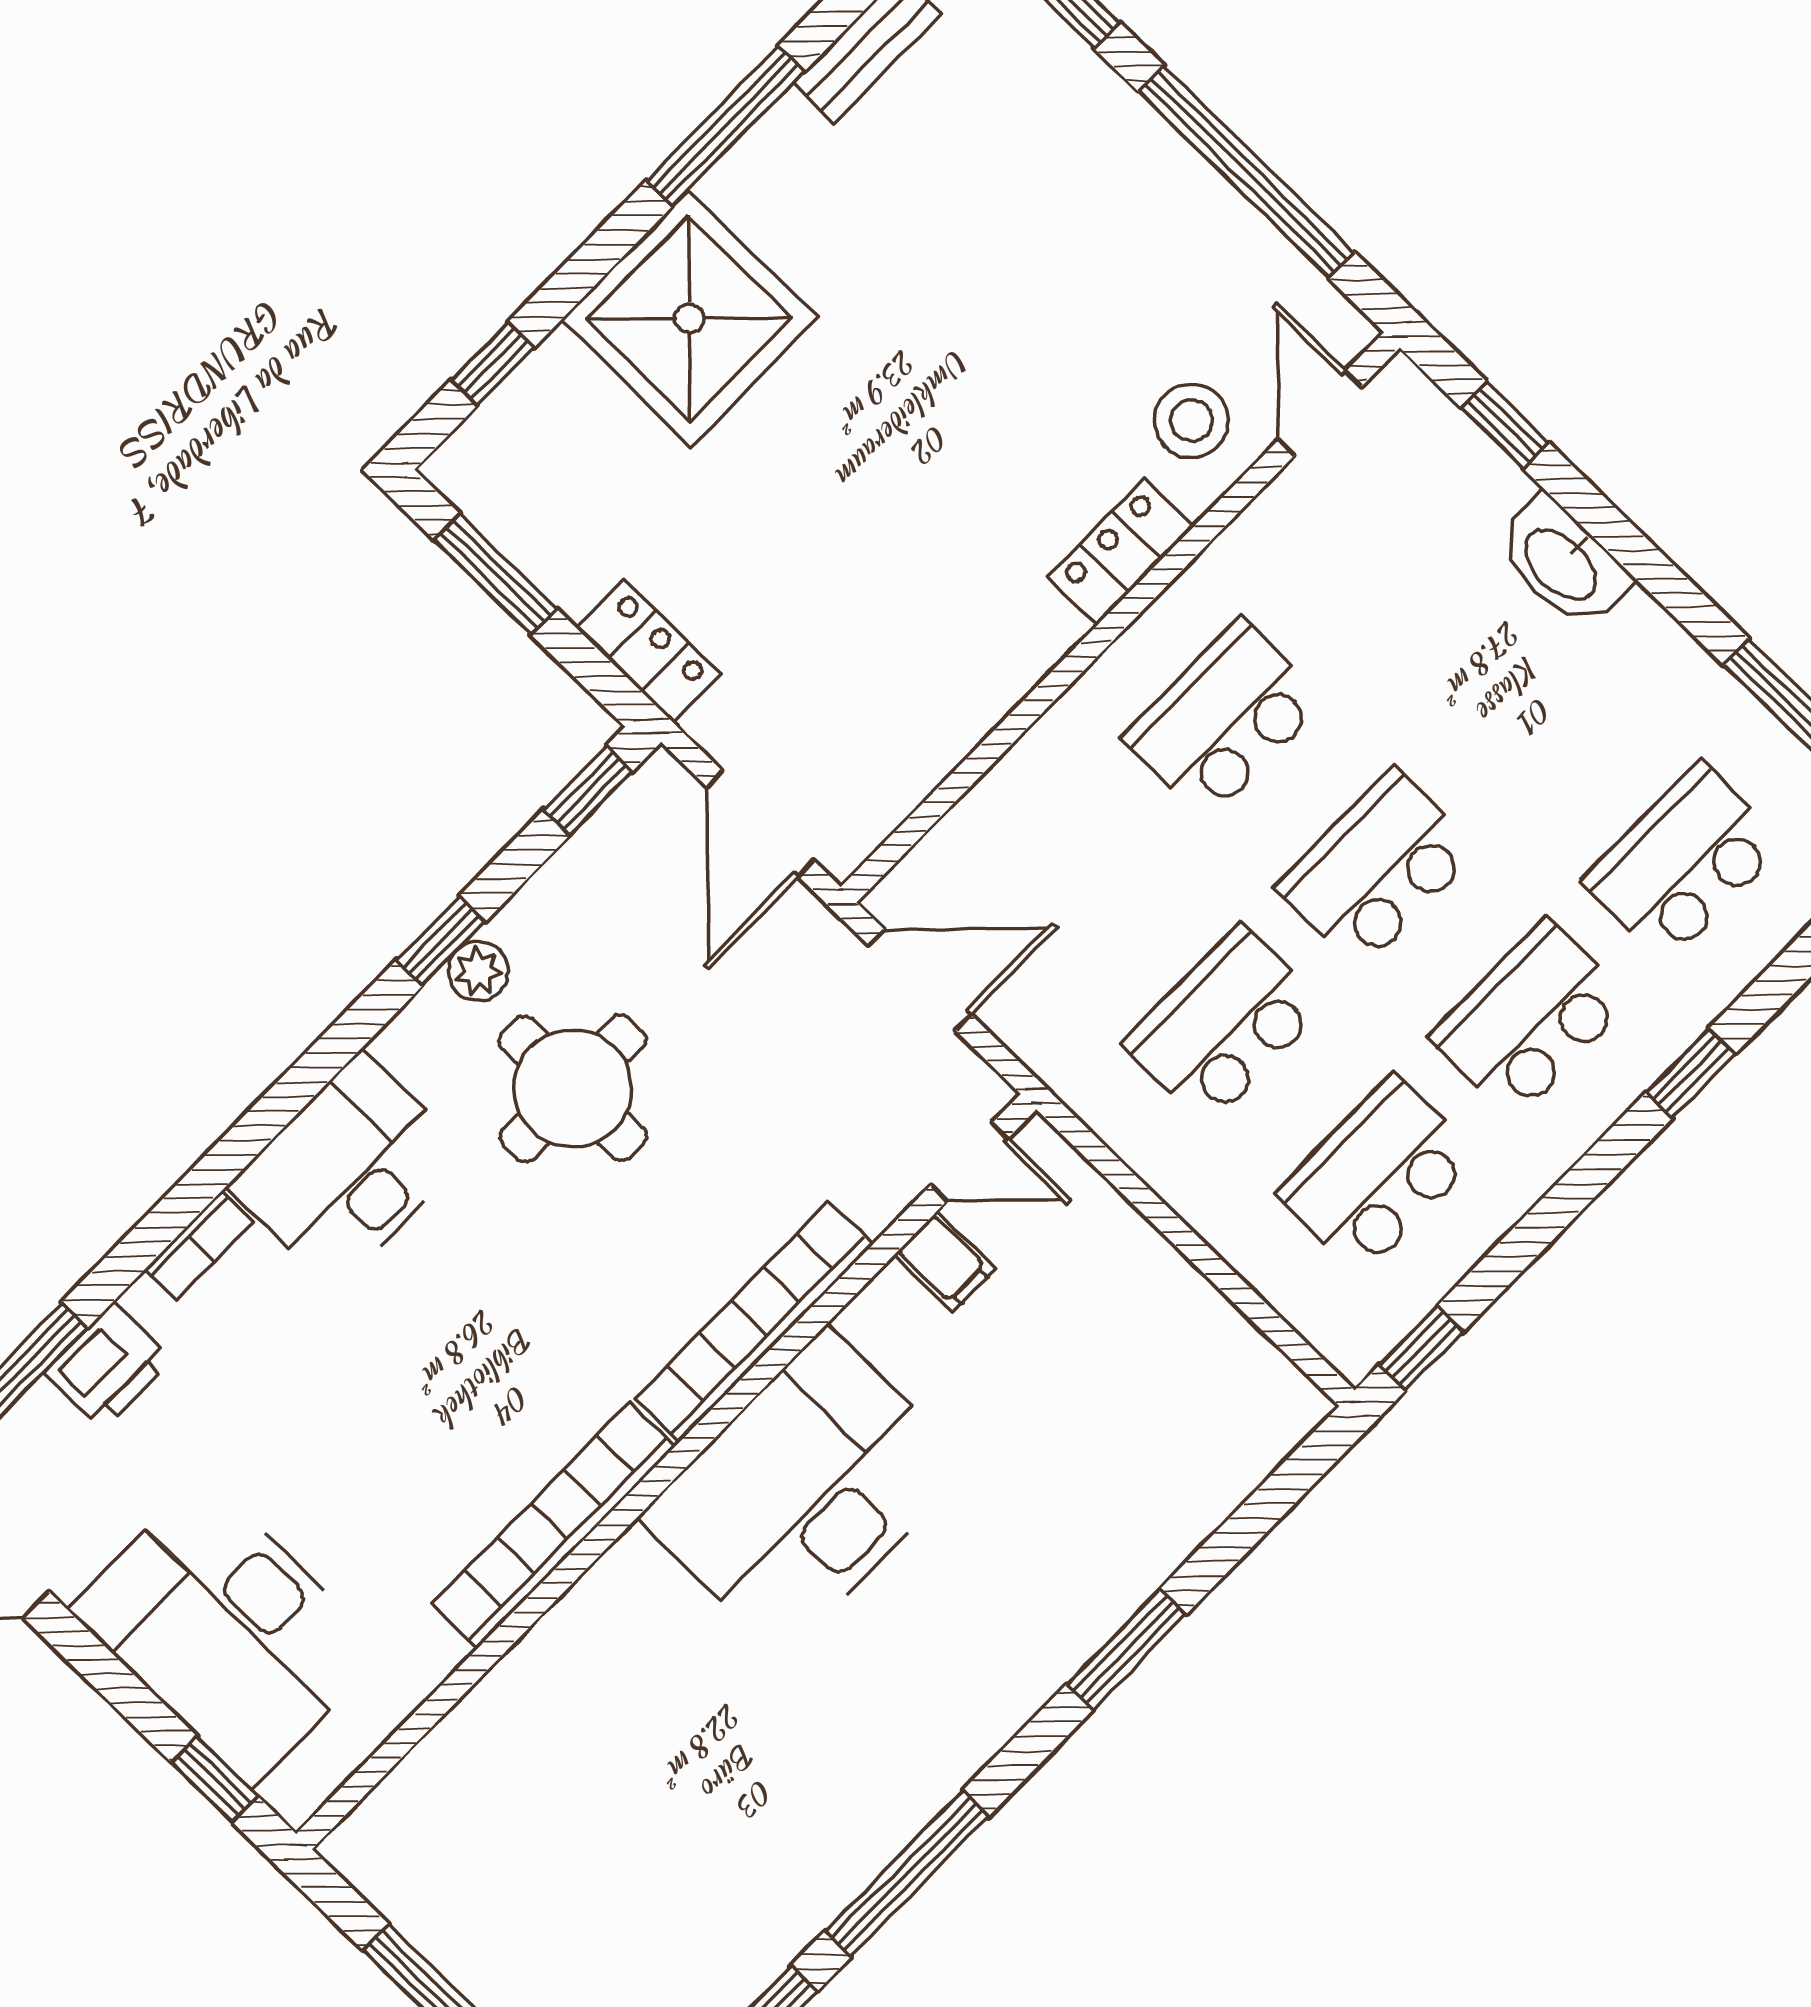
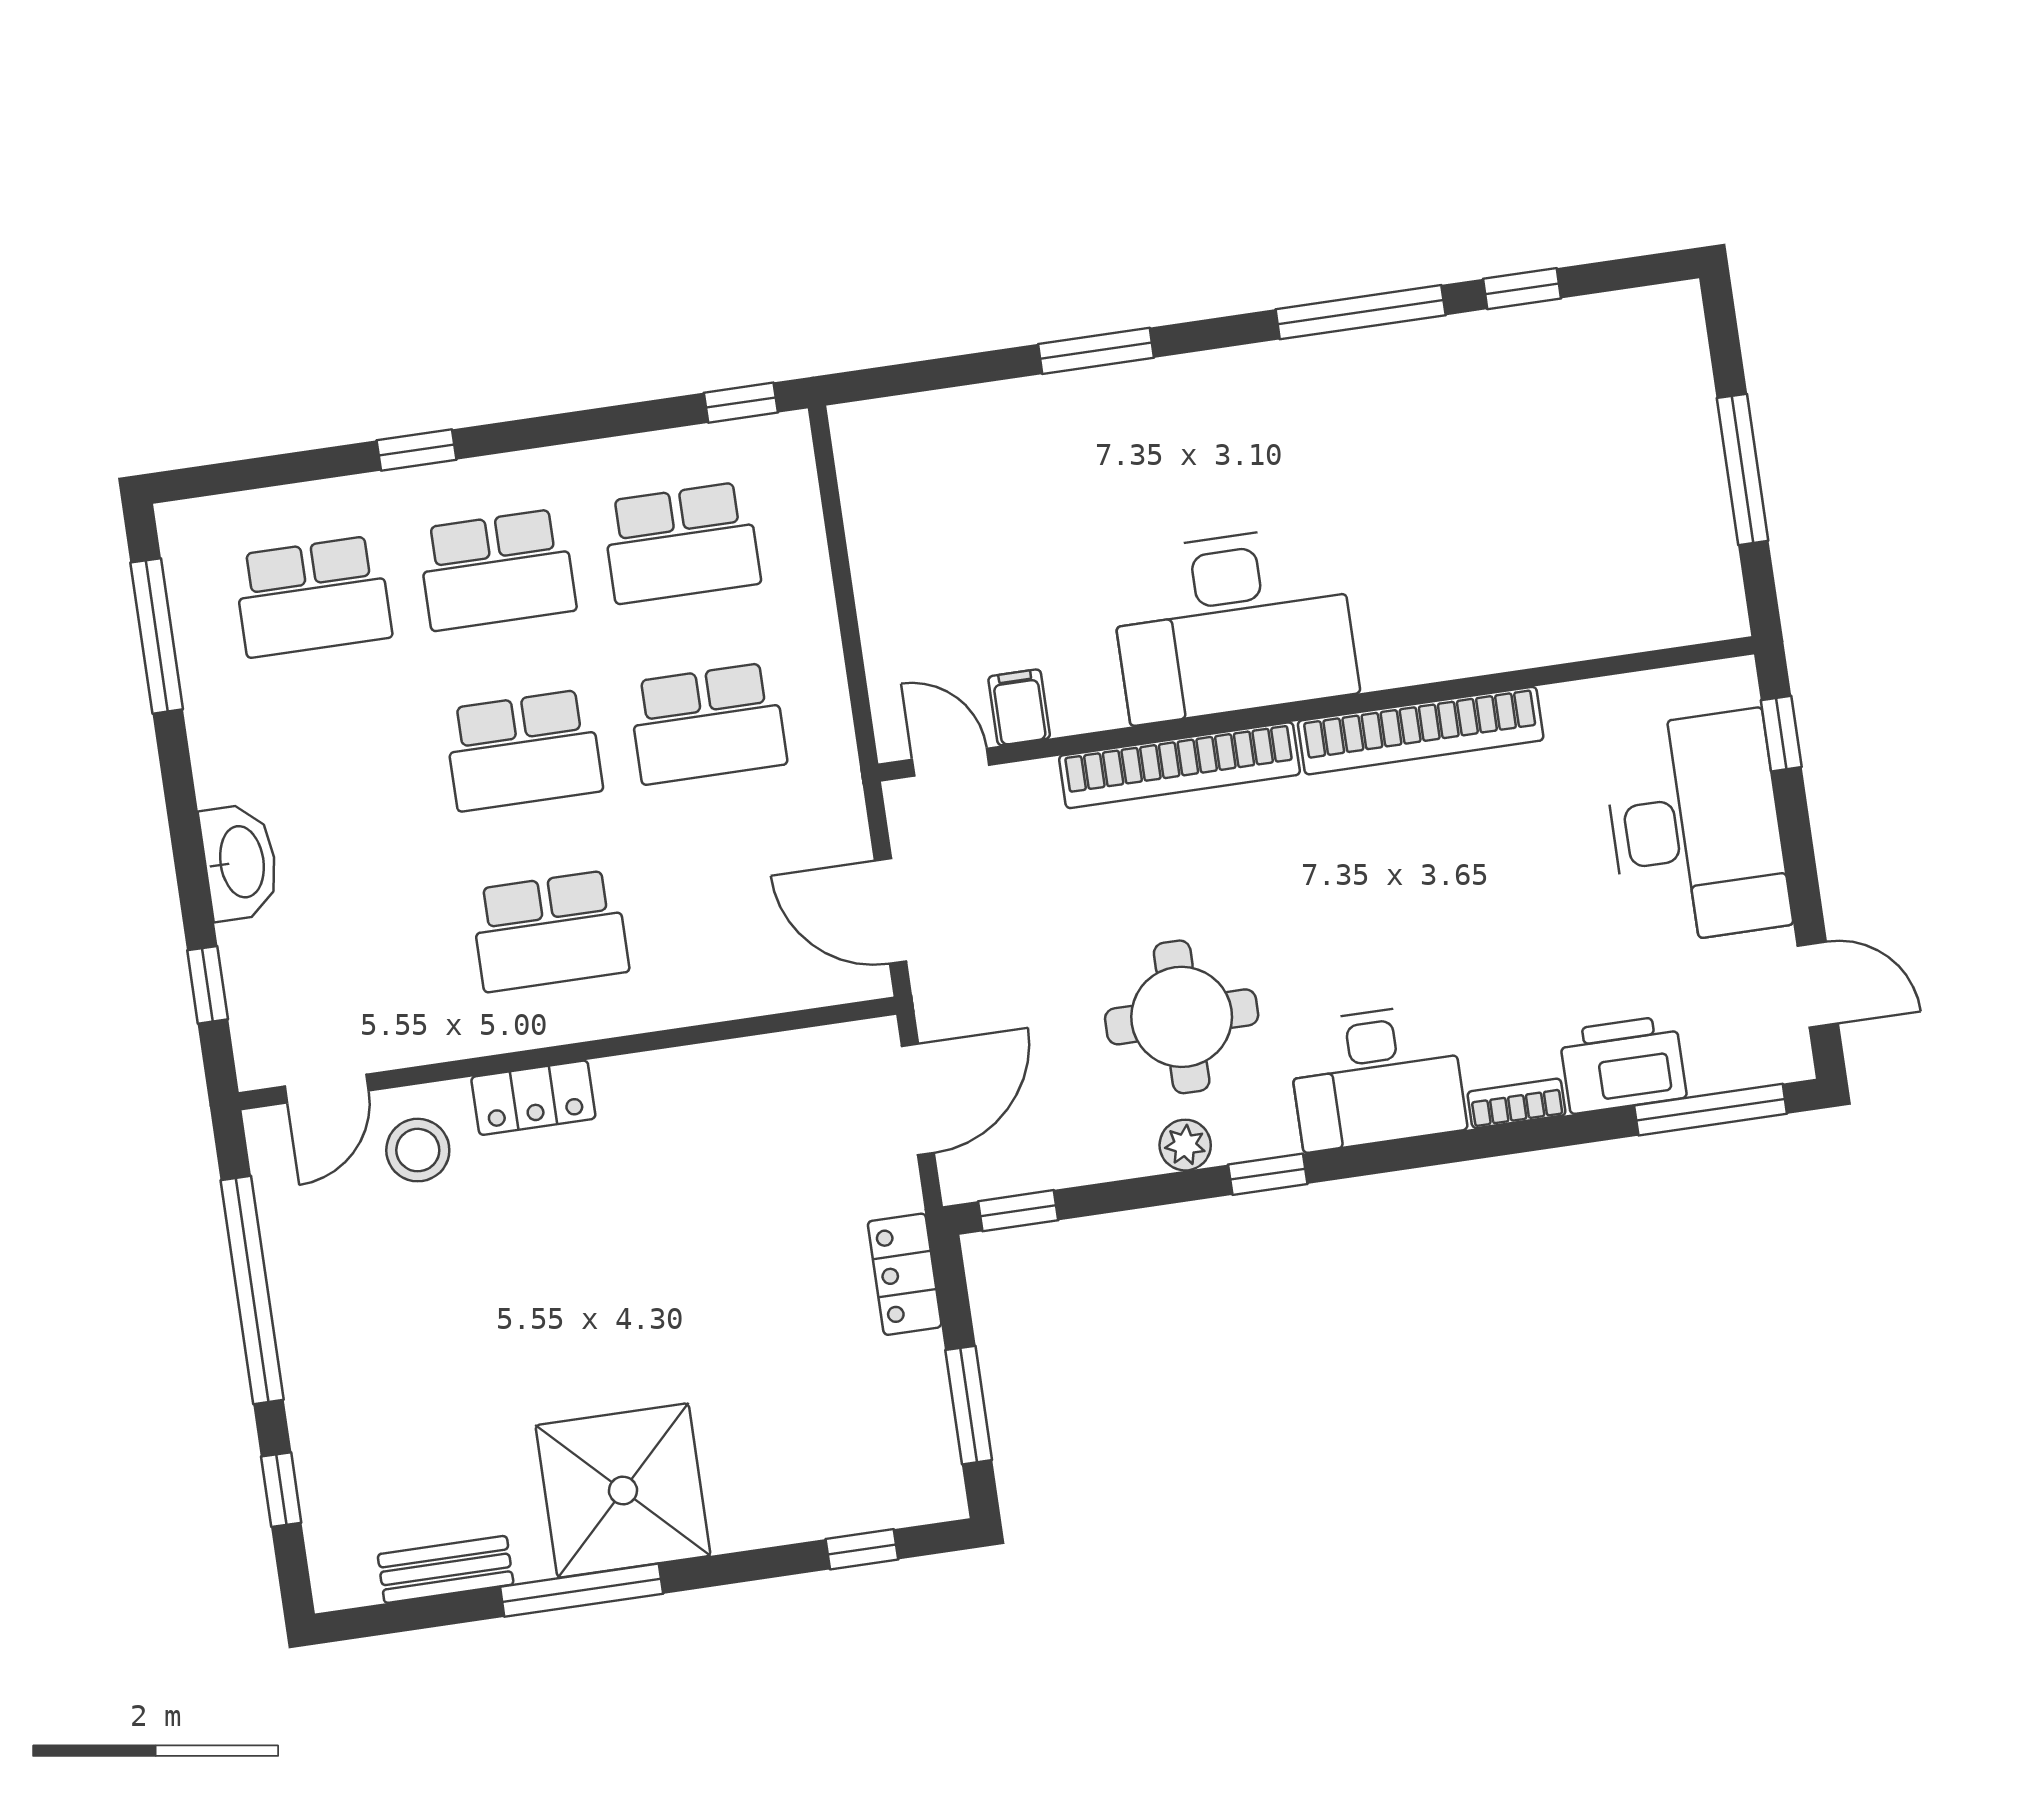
shower: (689, 318) -> (623, 1491), moved
window: (441, 941) -> (1268, 1174), moved
printer: (108, 1366) -> (1623, 1064), width x1.37, depth x1.19

